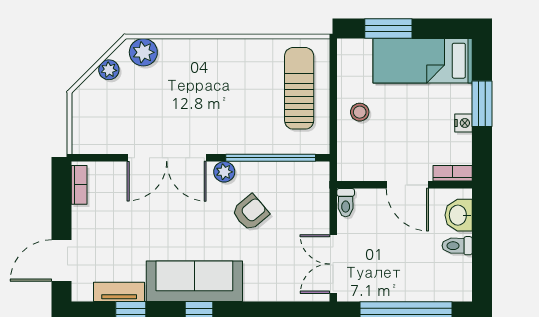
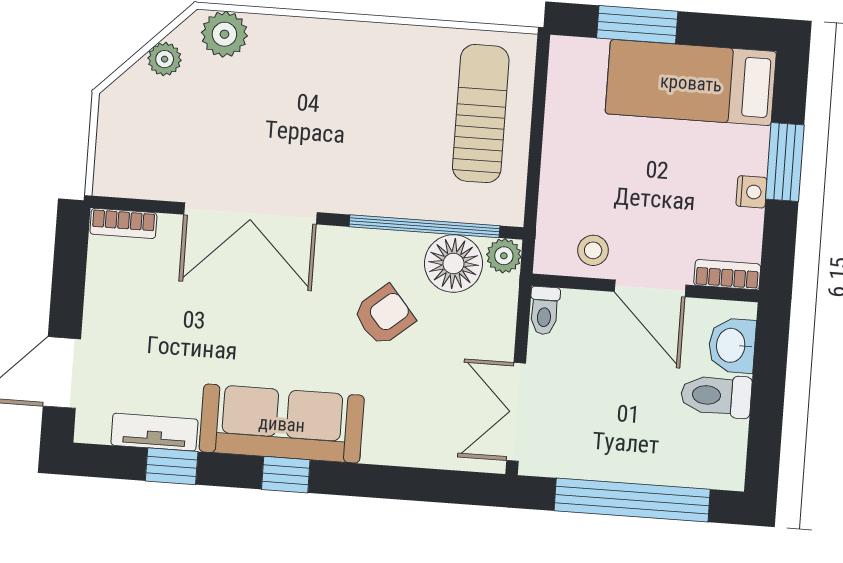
stool: (360, 112) -> (593, 250), moved
plant: (224, 172) -> (504, 256), moved
floor lamp: (289, 179) -> (453, 264), added
bookcase: (79, 185) -> (123, 223), moved, turned 90
toilet: (457, 246) -> (716, 396), width x1.37, depth x1.39

